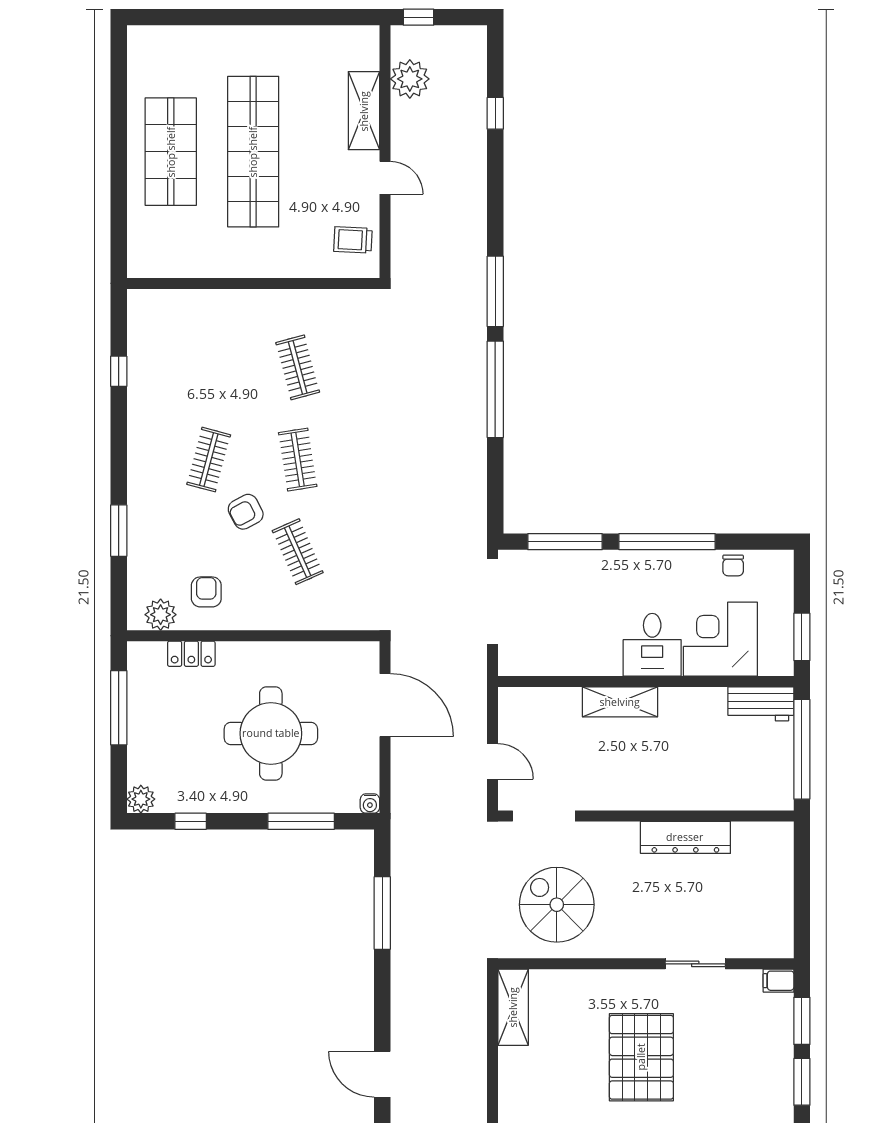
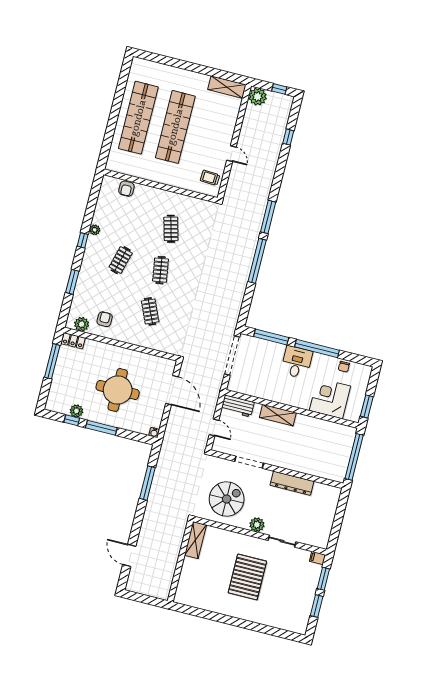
window: (418, 17) -> (279, 89), moved
plant: (410, 79) -> (258, 97), moved
shelving: (364, 111) -> (227, 87), moved, turned 90
shop shelf: (171, 152) -> (138, 118), width x1.40
window: (119, 371) -> (83, 240), moved
plant: (138, 410) -> (95, 230), added
armchair: (246, 512) -> (126, 189), moved, turned -62
desk: (652, 645) -> (297, 362), moved, turned 180
locker: (191, 654) -> (73, 341), moved
workbench: (761, 704) -> (238, 406), moved
plant: (141, 799) -> (76, 411), moved
doorway: (544, 816) -> (249, 462), moved
window: (301, 821) -> (101, 428), moved
spiral stairs: (557, 905) -> (227, 499), turned 90
plant: (634, 943) -> (257, 525), added

